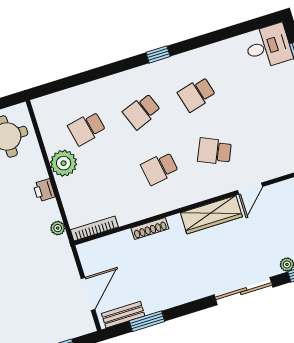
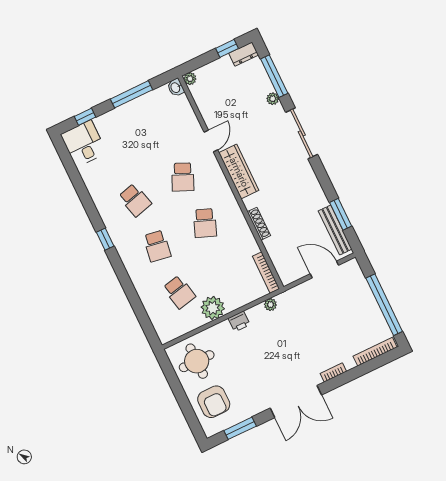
school desk: (142, 111) -> (157, 246), turned 30
school desk: (160, 168) -> (205, 223), turned 30
door: (250, 189) -> (211, 141), hinge flipped
bench: (123, 315) -> (335, 230), width x1.36

